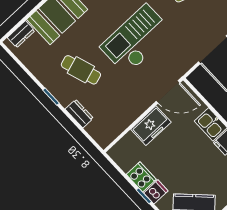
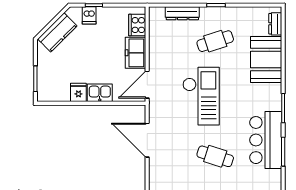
dresser: (79, 114) -> (182, 13), width x1.44
cooker: (141, 177) -> (137, 25), moved, turned 90

